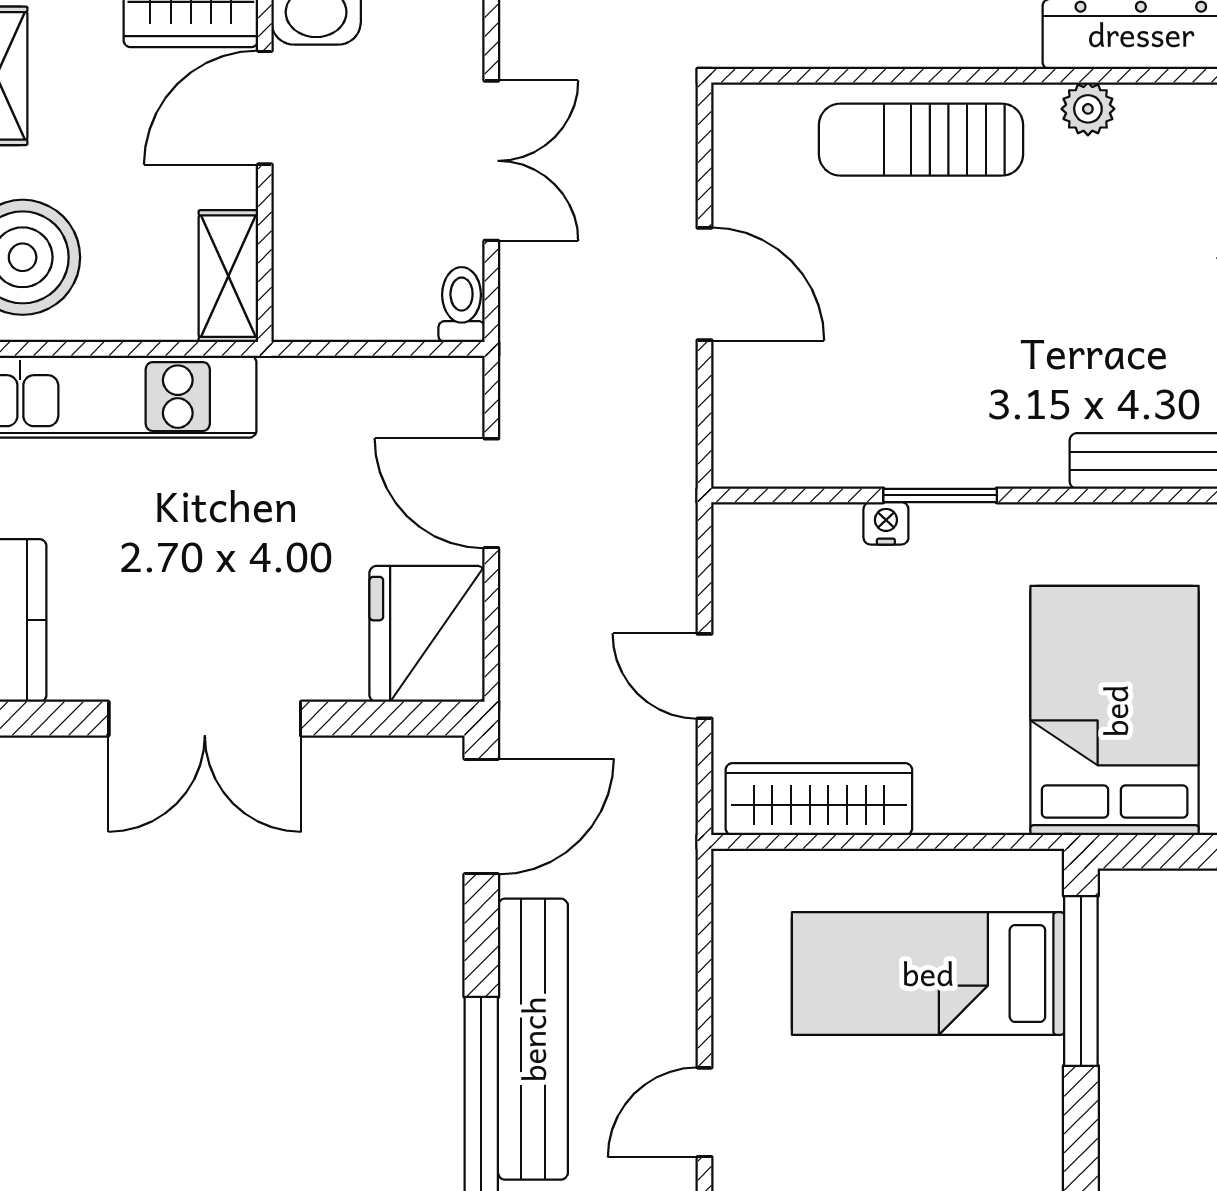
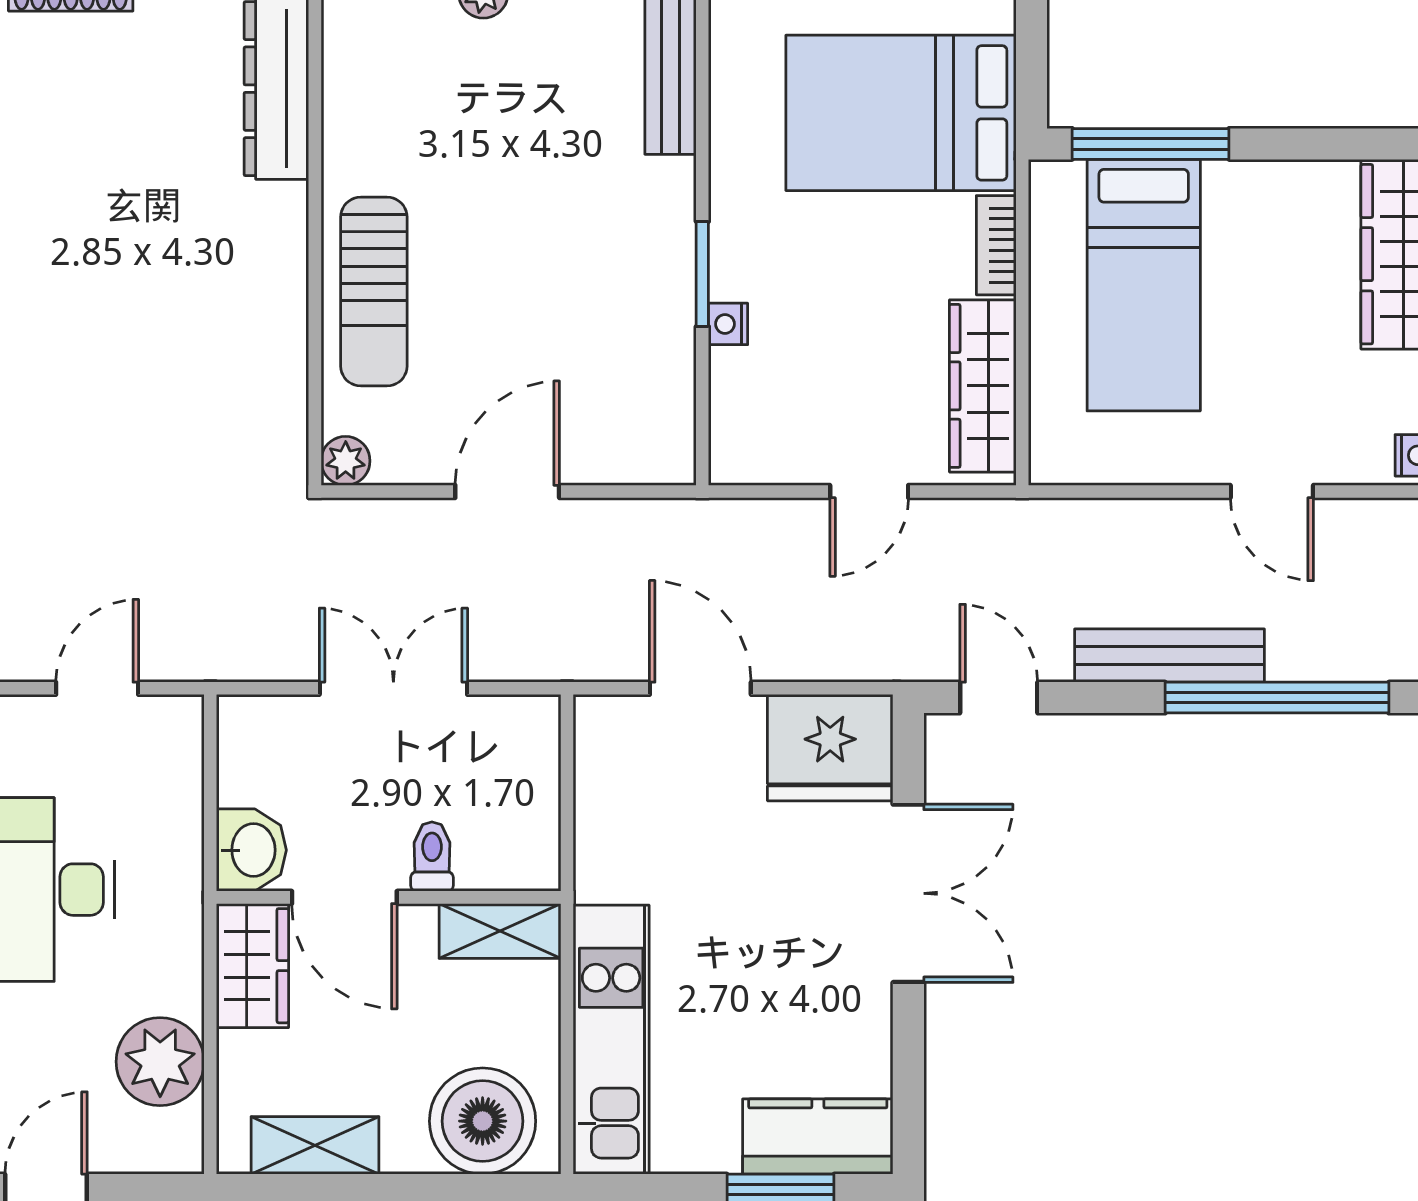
plant: (1088, 109) -> (346, 461), moved
toilet: (462, 305) -> (432, 857), moved, turned 90
door: (491, 493) -> (700, 688), swing flipped
double door: (205, 719) -> (908, 893), moved
bookcase: (971, 814) -> (996, 245), added
door: (481, 816) -> (999, 698), width x0.73
bench: (533, 1039) -> (1169, 656), width x0.73, depth x0.82

